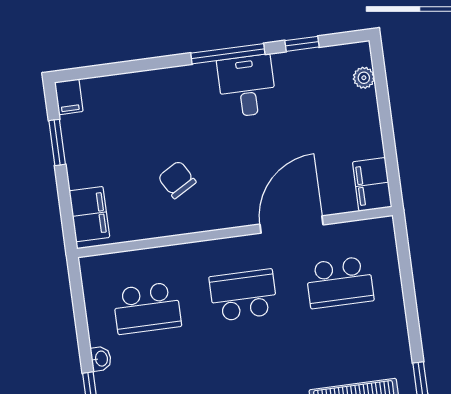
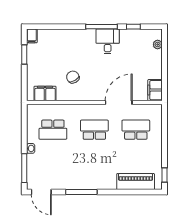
filing cabinet: (89, 214) -> (45, 93), moved, turned -90
school desk: (340, 282) -> (136, 130), turned 180

